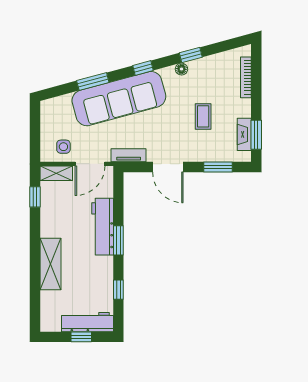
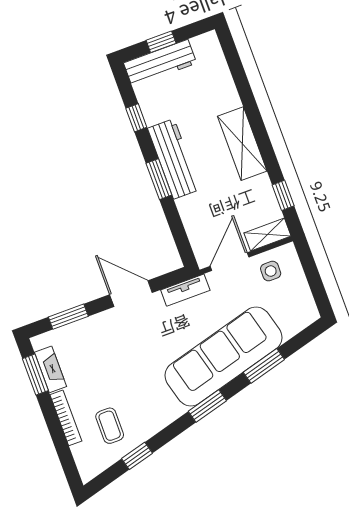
window: (191, 55) -> (137, 456), moved
window: (143, 68) -> (207, 406), width x1.50
floor lamp: (181, 69) -> (159, 422), removed
bookcase: (246, 77) -> (66, 418), moved
coffee table: (203, 116) -> (110, 426), moved
workbench: (103, 227) -> (174, 159), moved
shelving: (50, 264) -> (242, 144), moved

